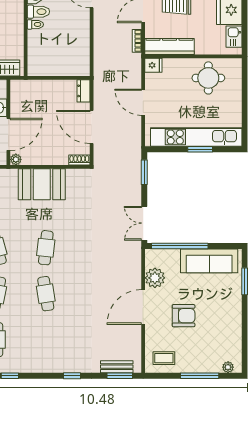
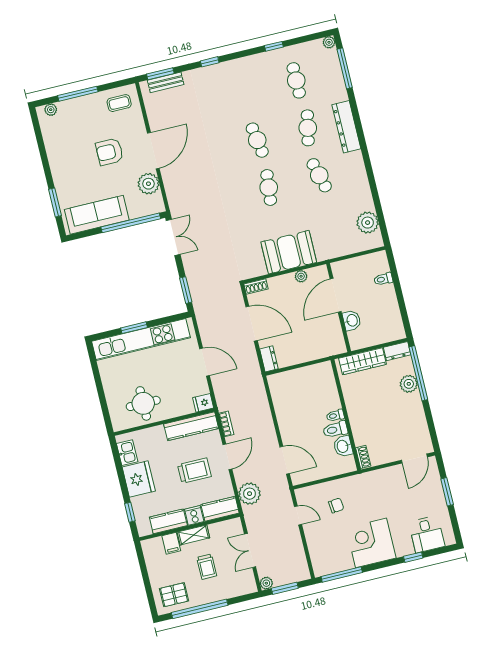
plant: (16, 159) -> (301, 276), moved

